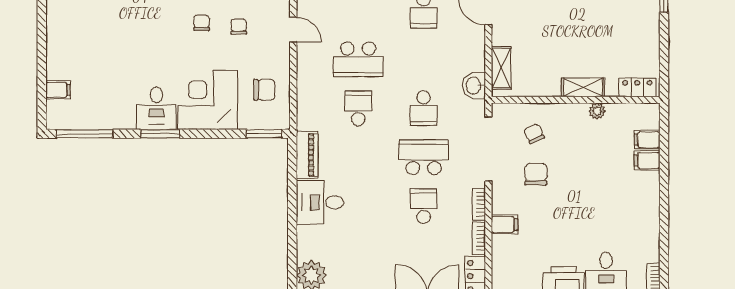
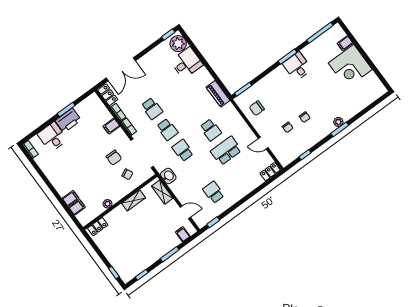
shelving: (583, 87) -> (134, 200), moved
corner desk: (208, 100) -> (350, 66), moved, turned 90
school desk: (424, 157) -> (167, 129), width x0.54
desk: (320, 202) -> (187, 63), moved

